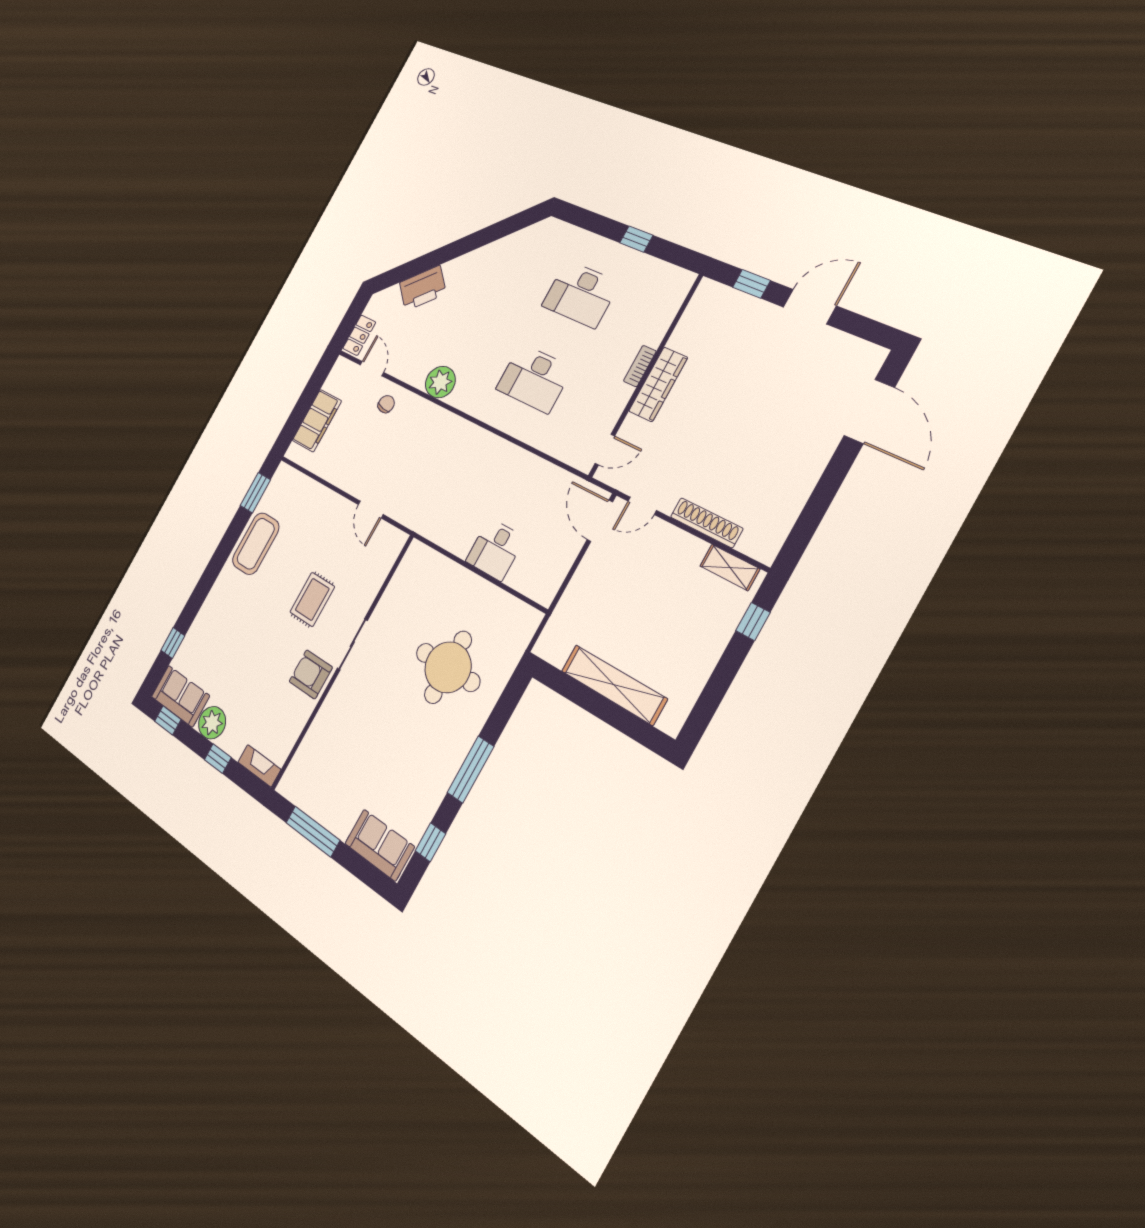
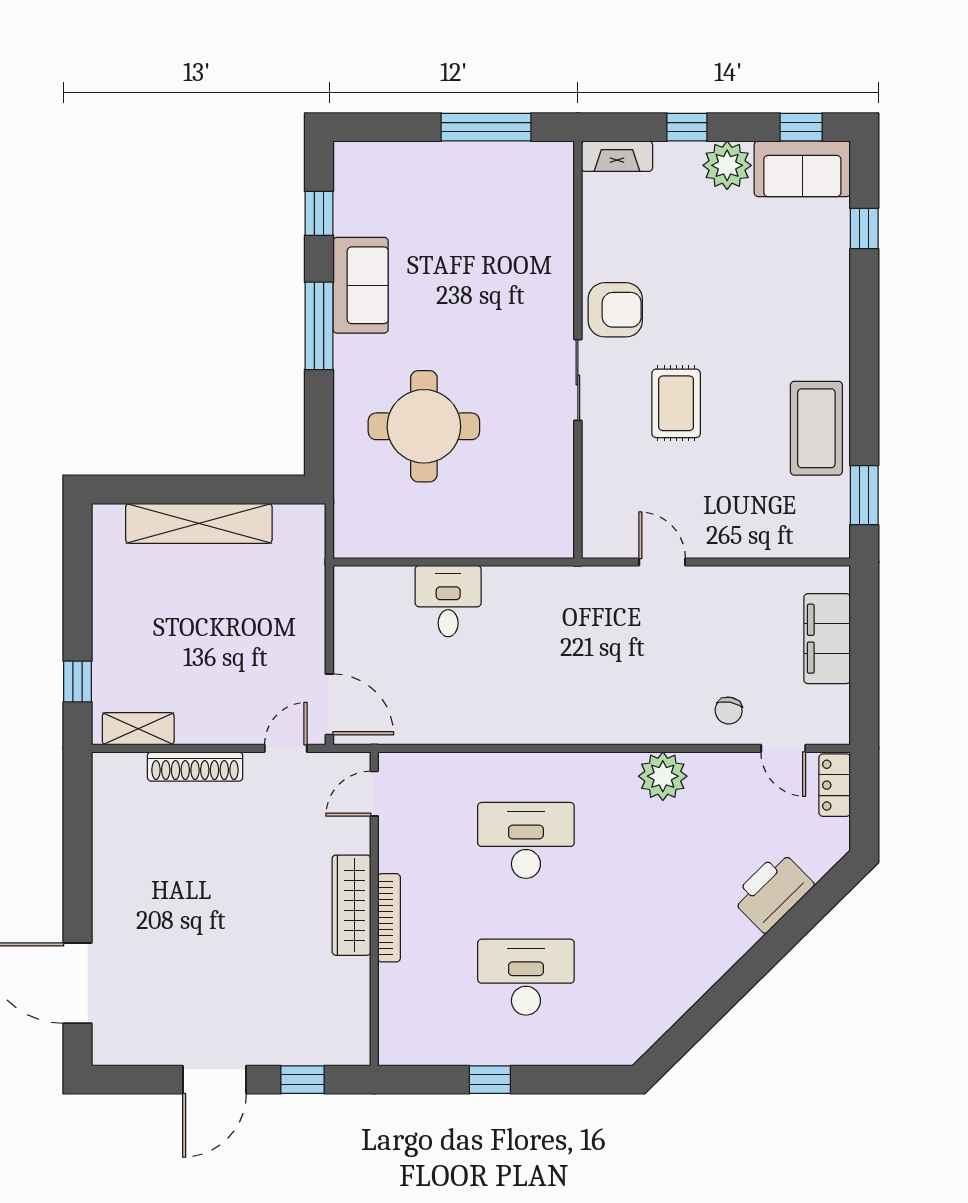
bookcase: (640, 366) -> (389, 918), width x1.56
sofa: (380, 845) -> (361, 285), moved, turned -90

